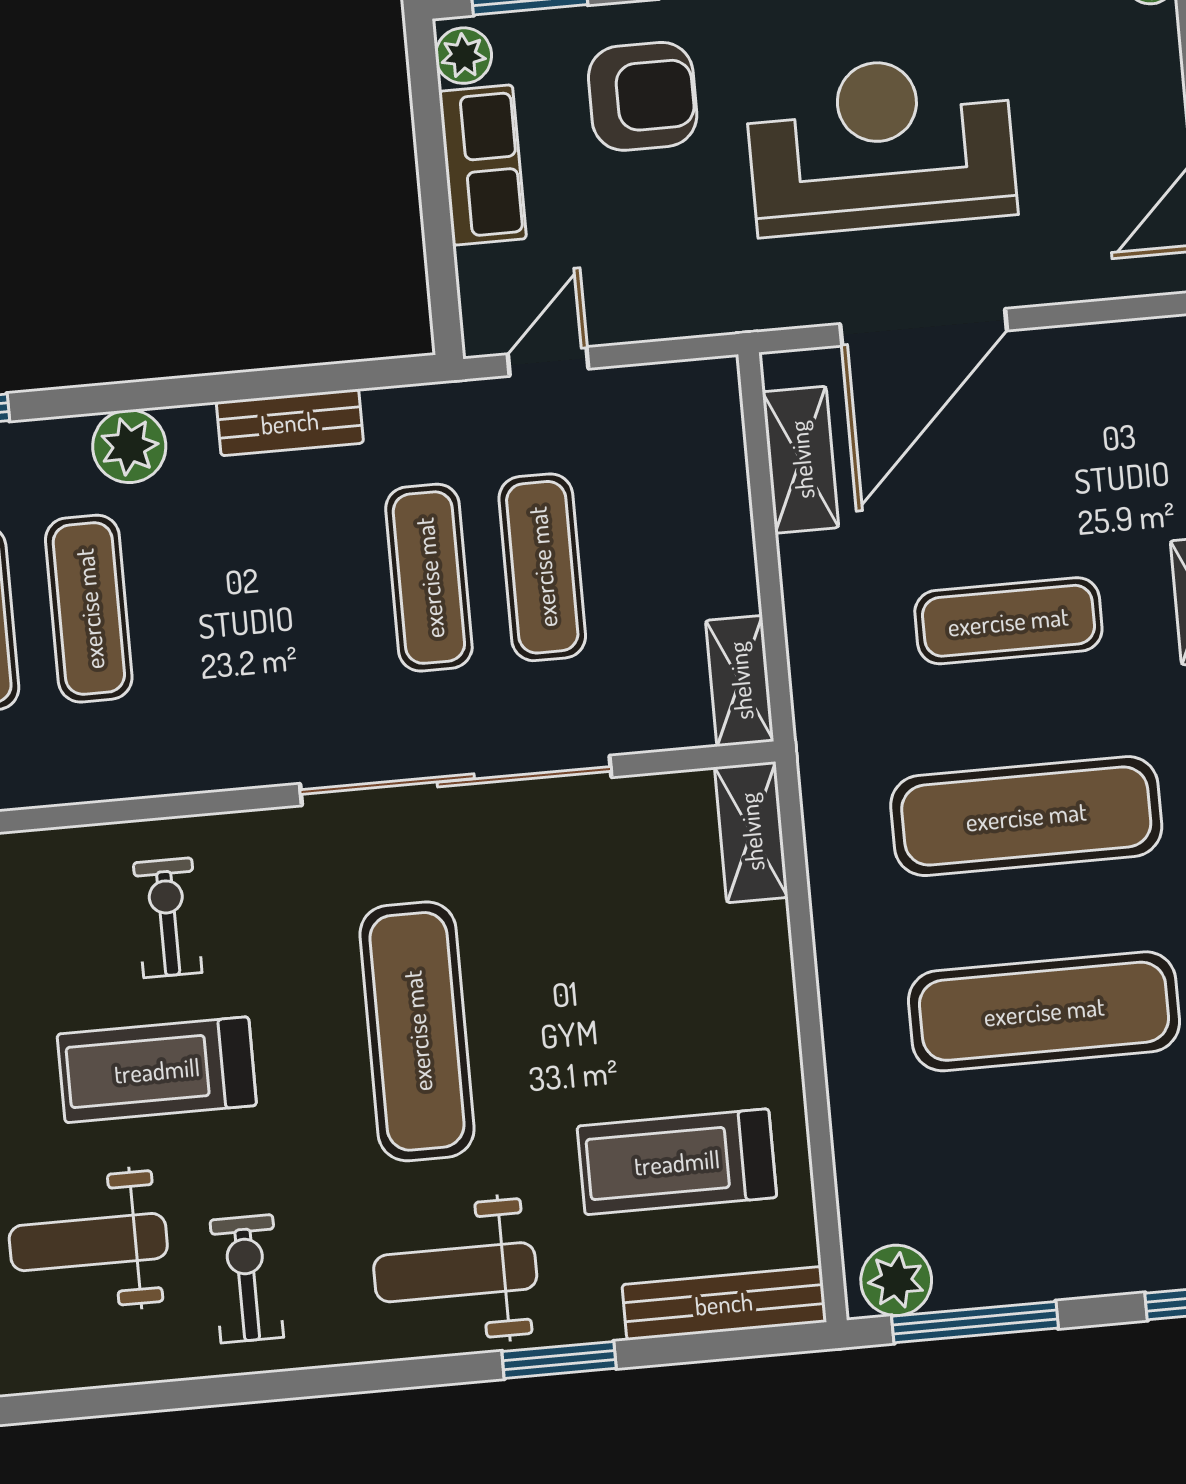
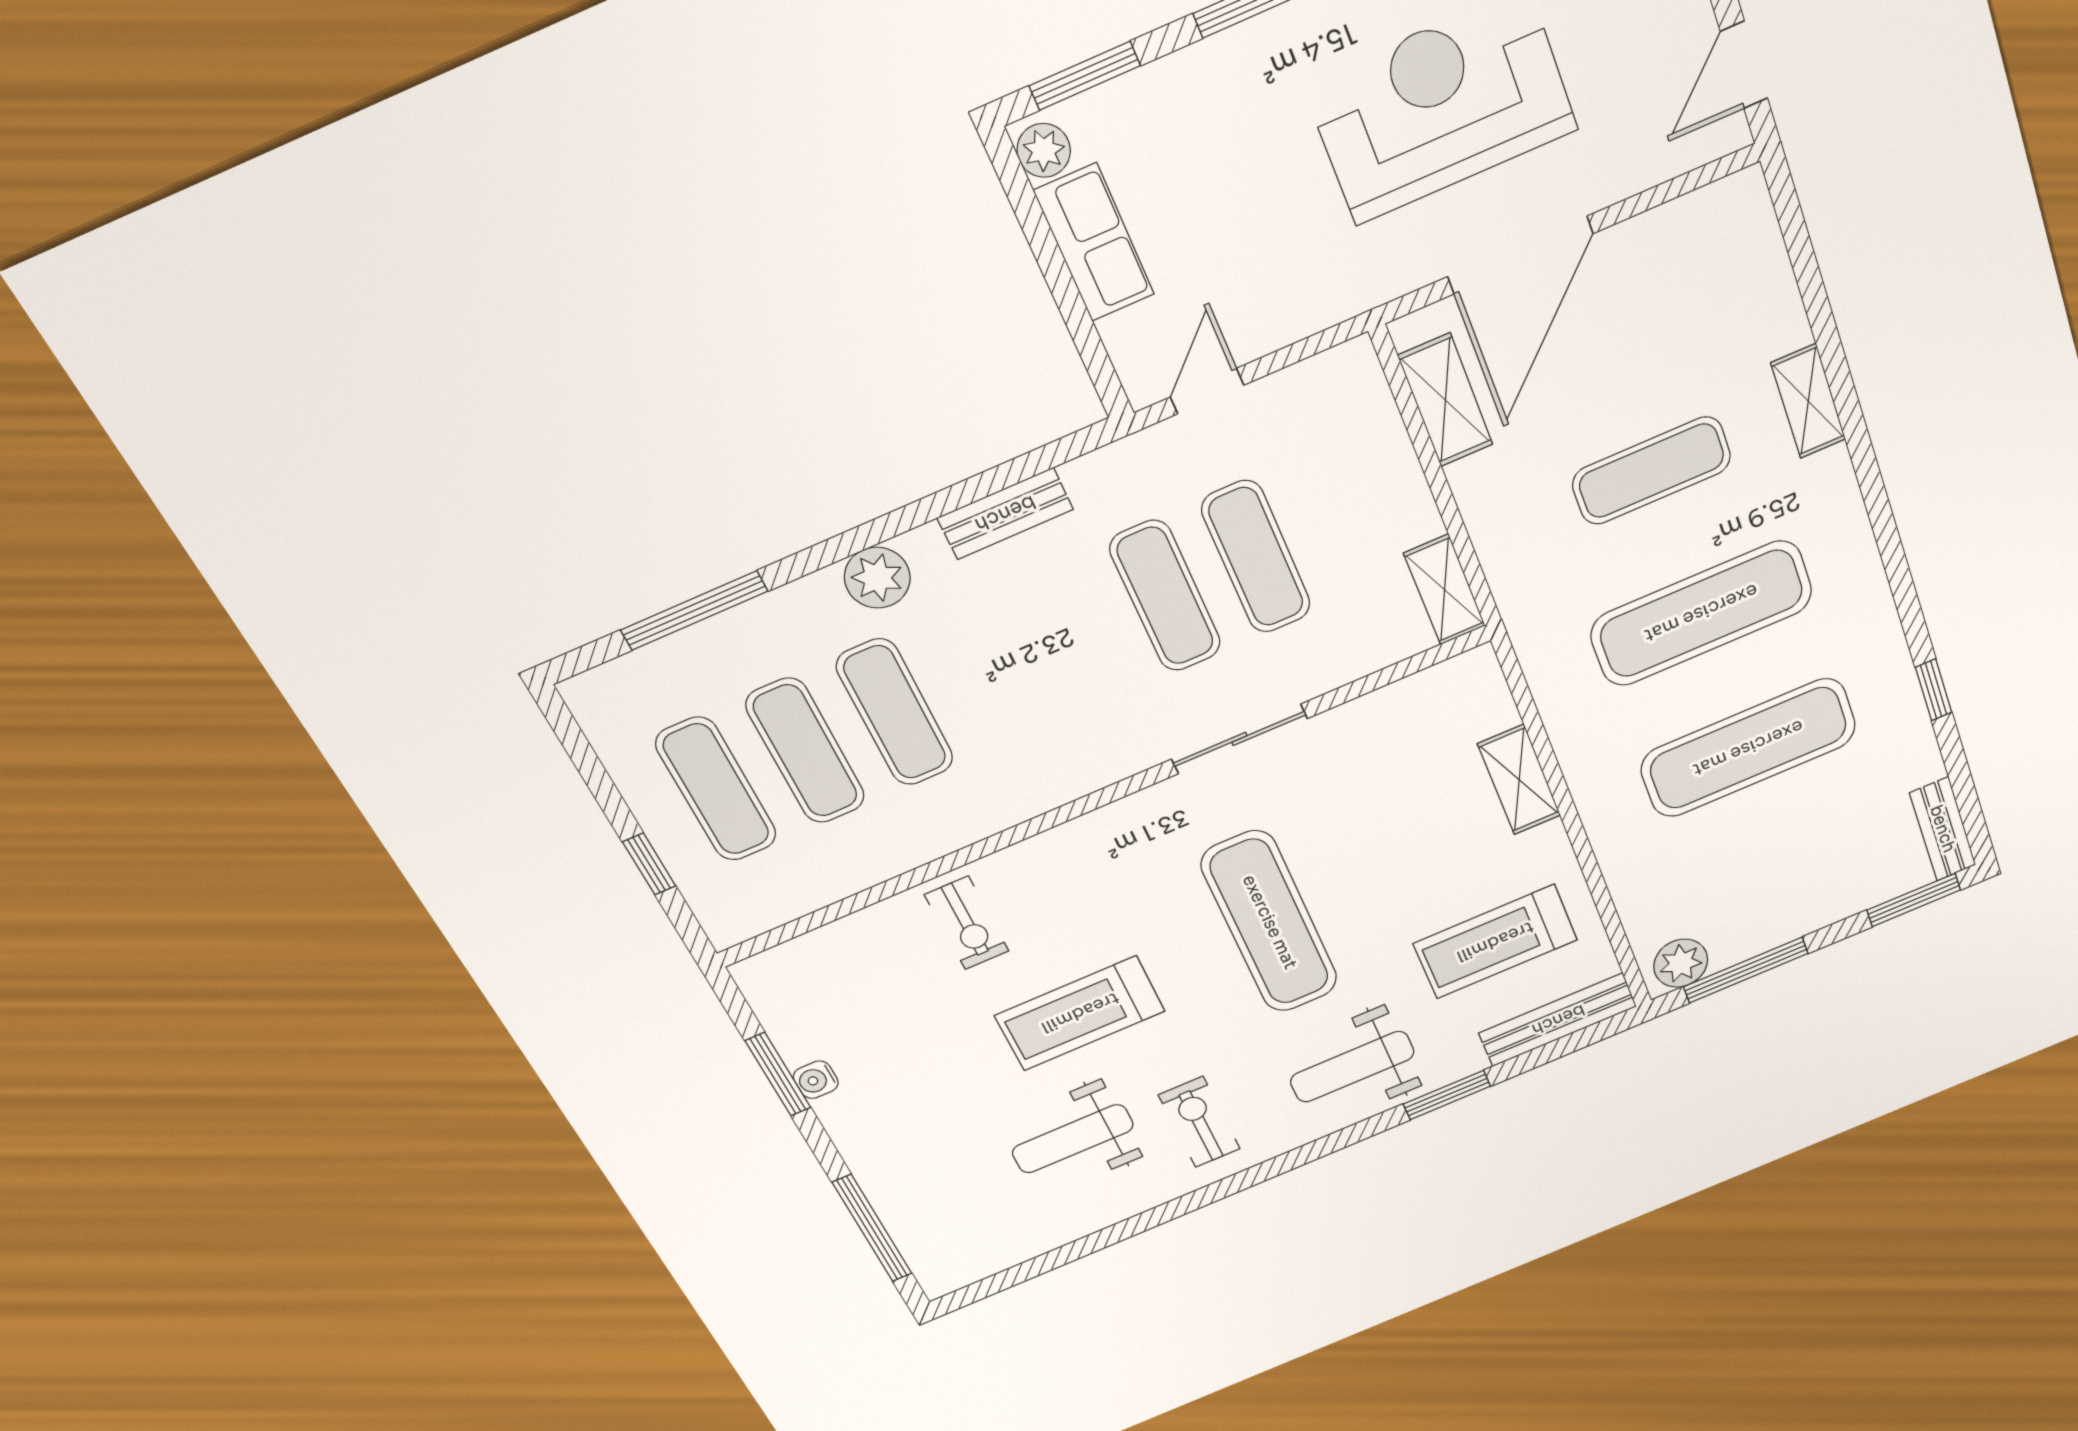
armchair: (643, 96) -> (1216, 134), removed
sliding door: (456, 780) -> (1239, 739), width x0.54
shelving: (751, 832) -> (1519, 780), moved
exercise bike: (168, 918) -> (967, 923), moved, turned 180

